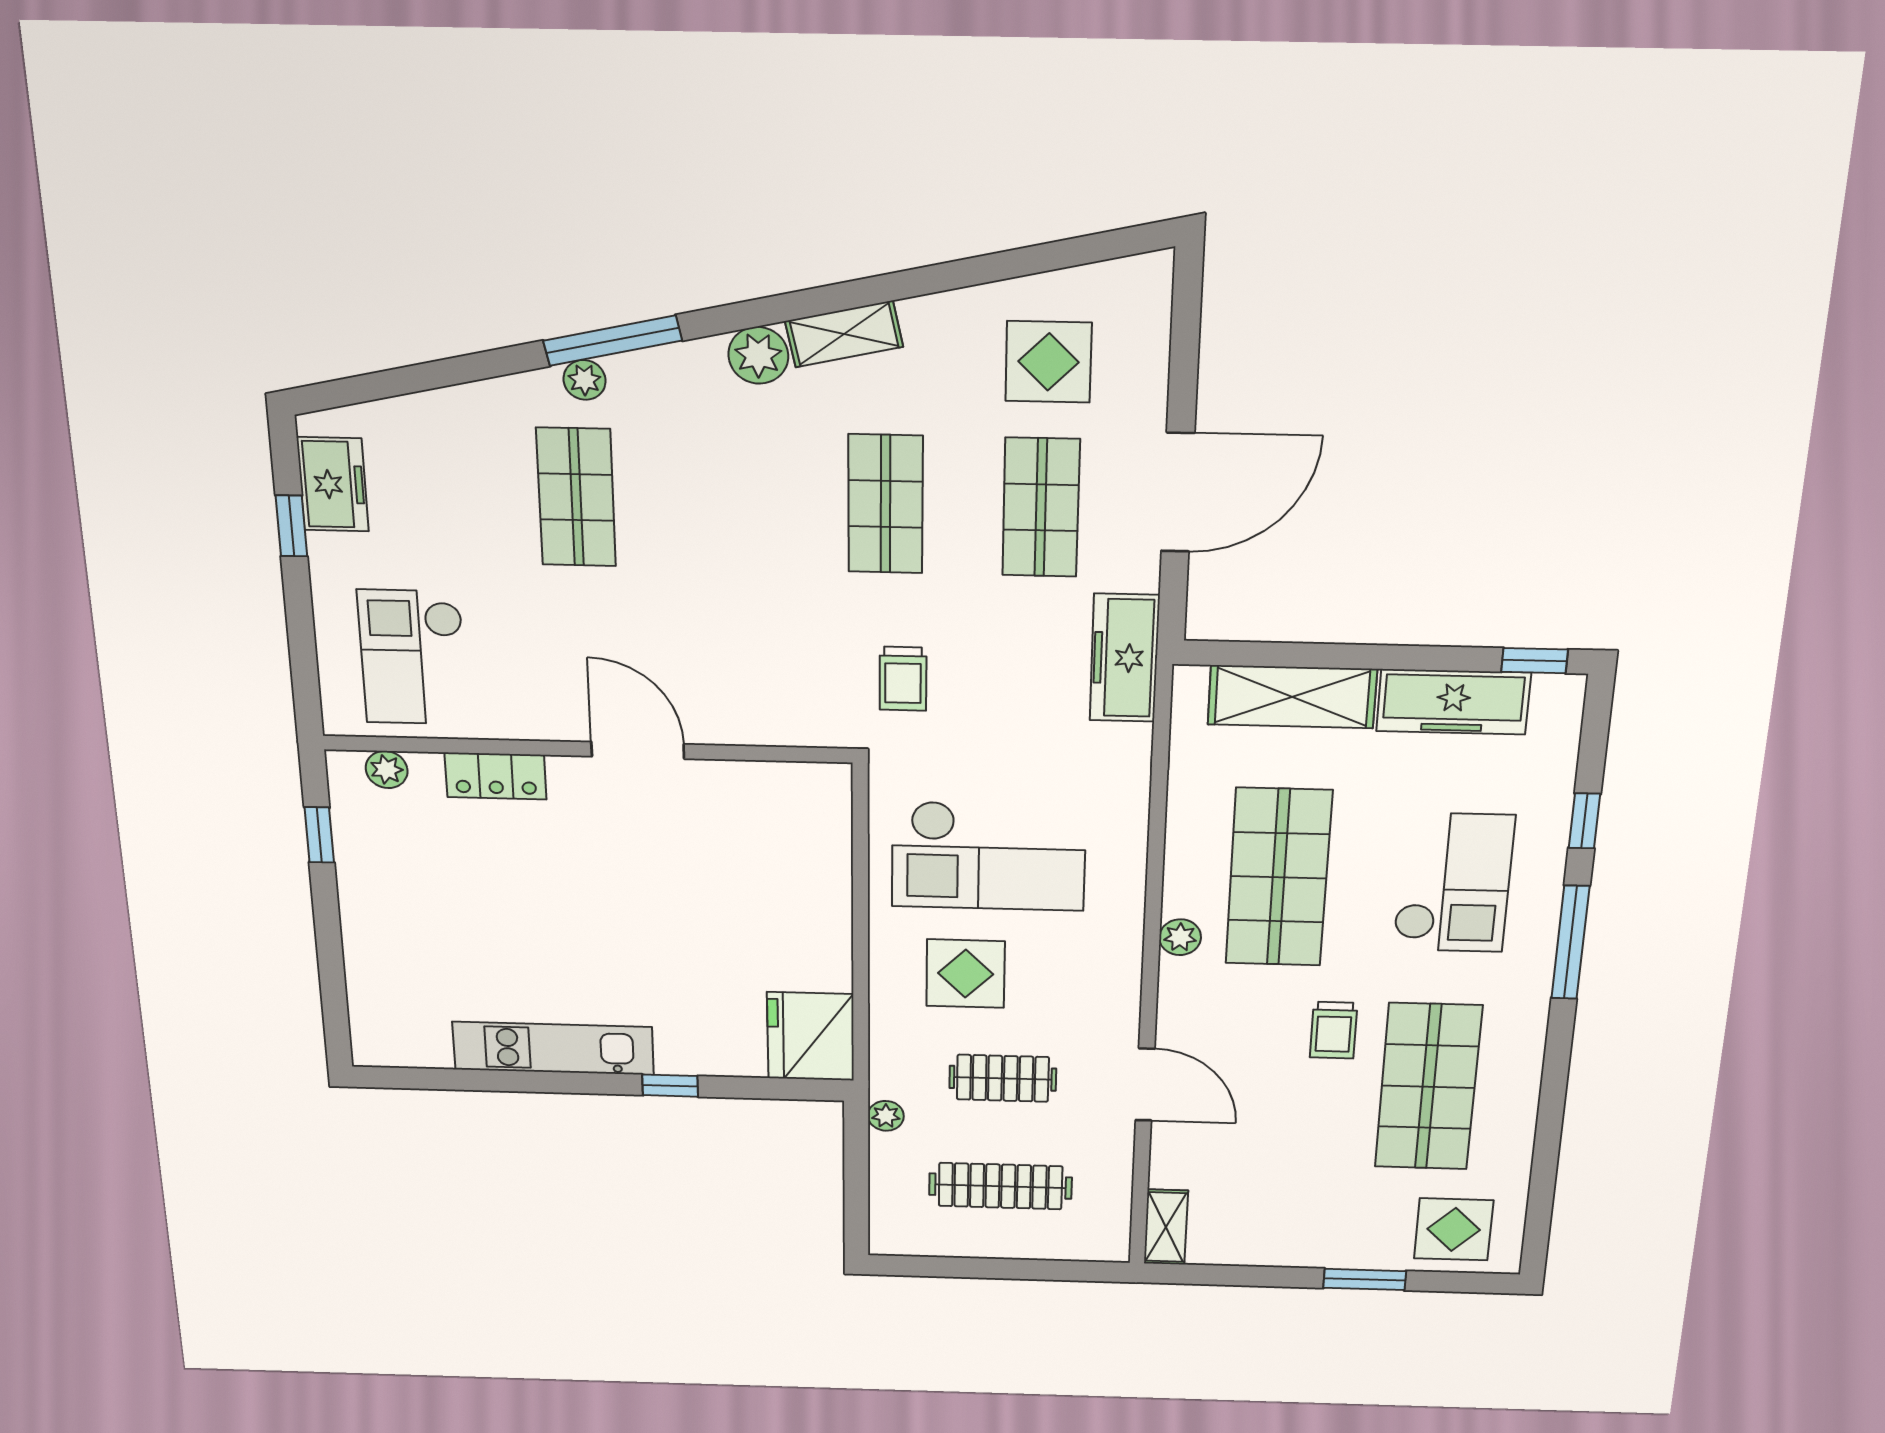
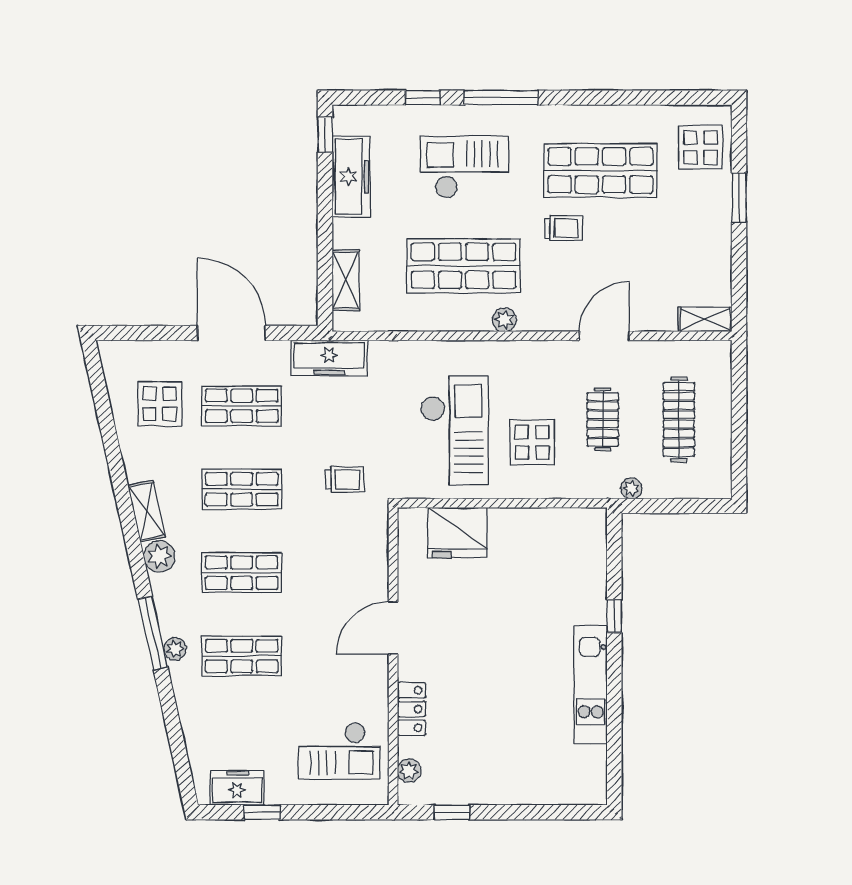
shop shelf: (731, 501) -> (242, 573), added
shelving: (1292, 697) -> (346, 280), width x0.67, depth x0.75
fridge: (811, 1036) -> (457, 533), moved

